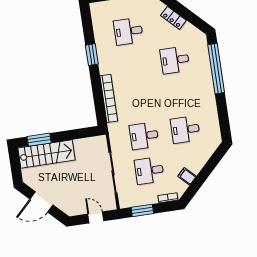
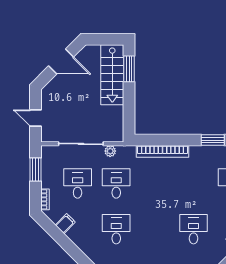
plant: (116, 145) -> (110, 151), added
door: (41, 202) -> (61, 61), swing flipped
door: (96, 217) -> (35, 118), swing flipped

